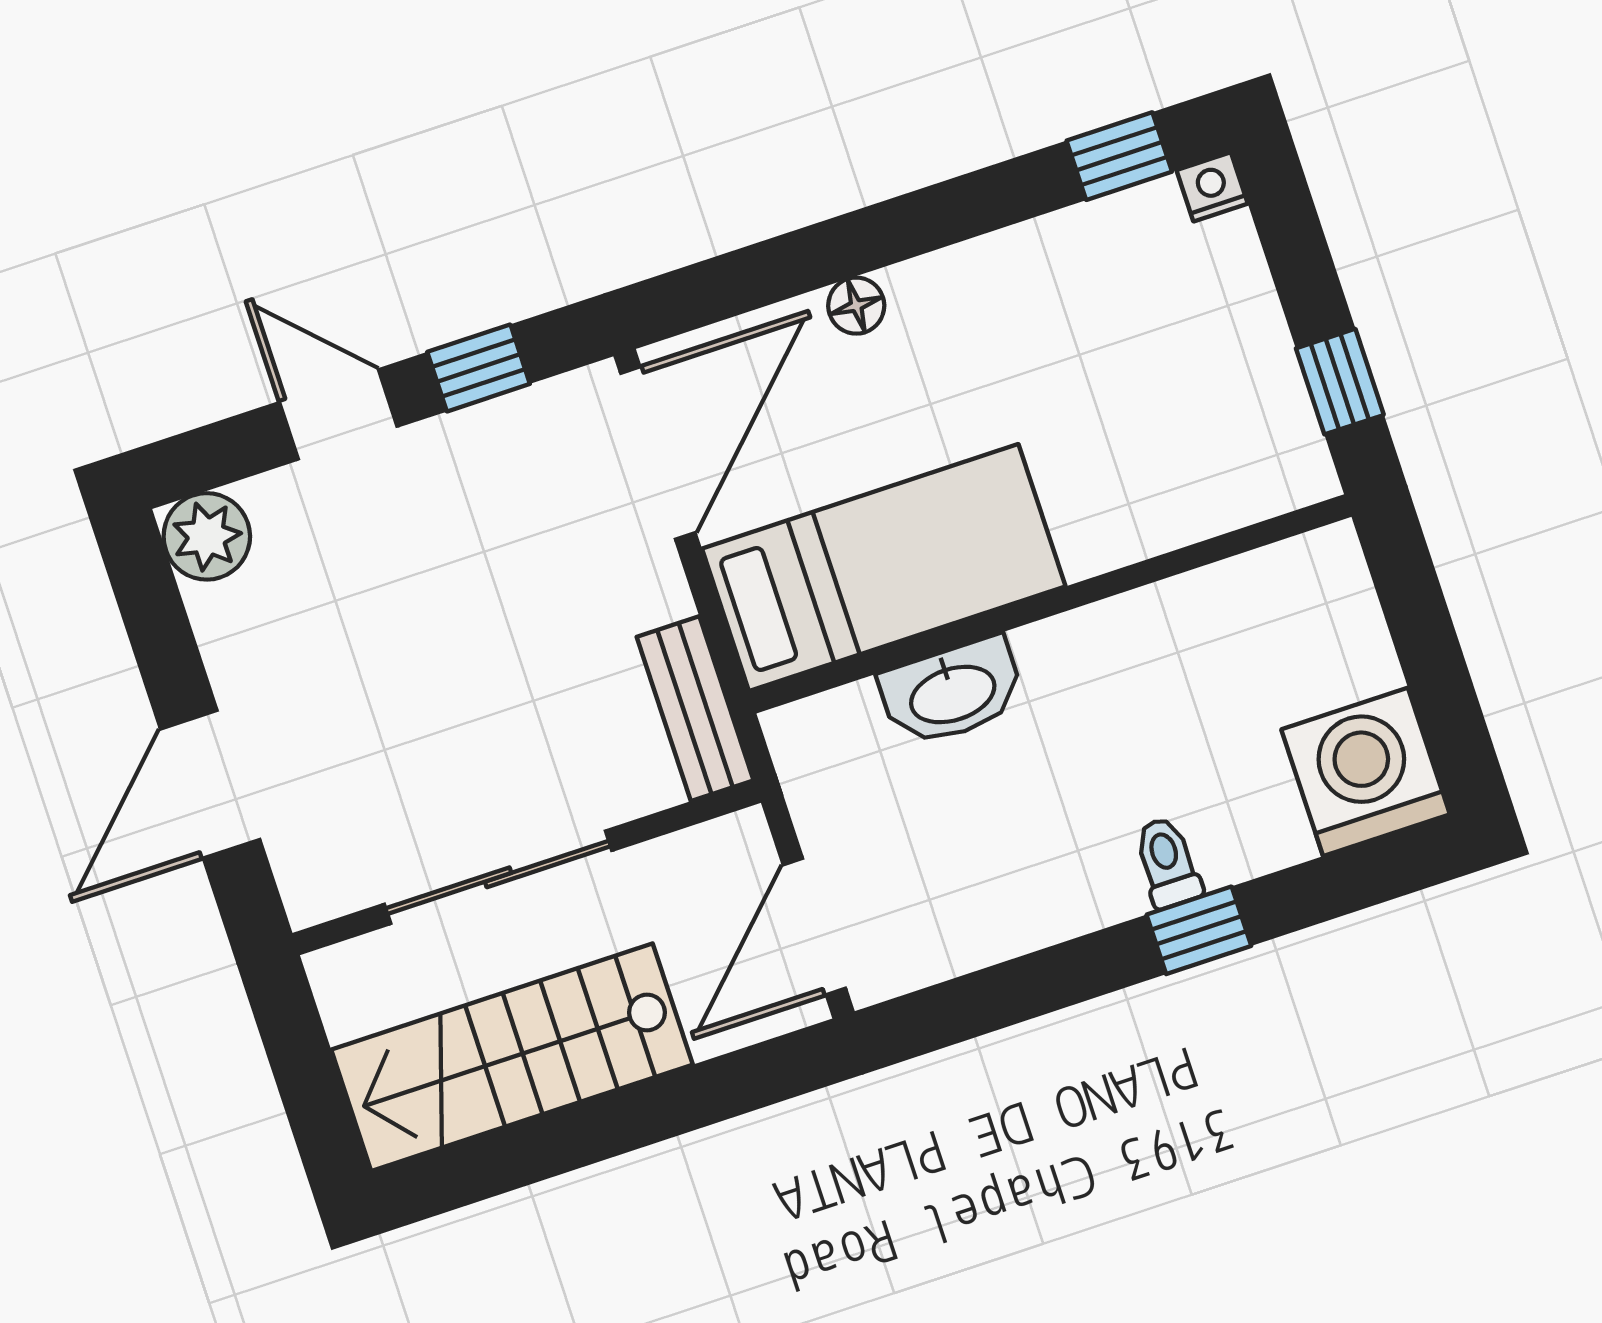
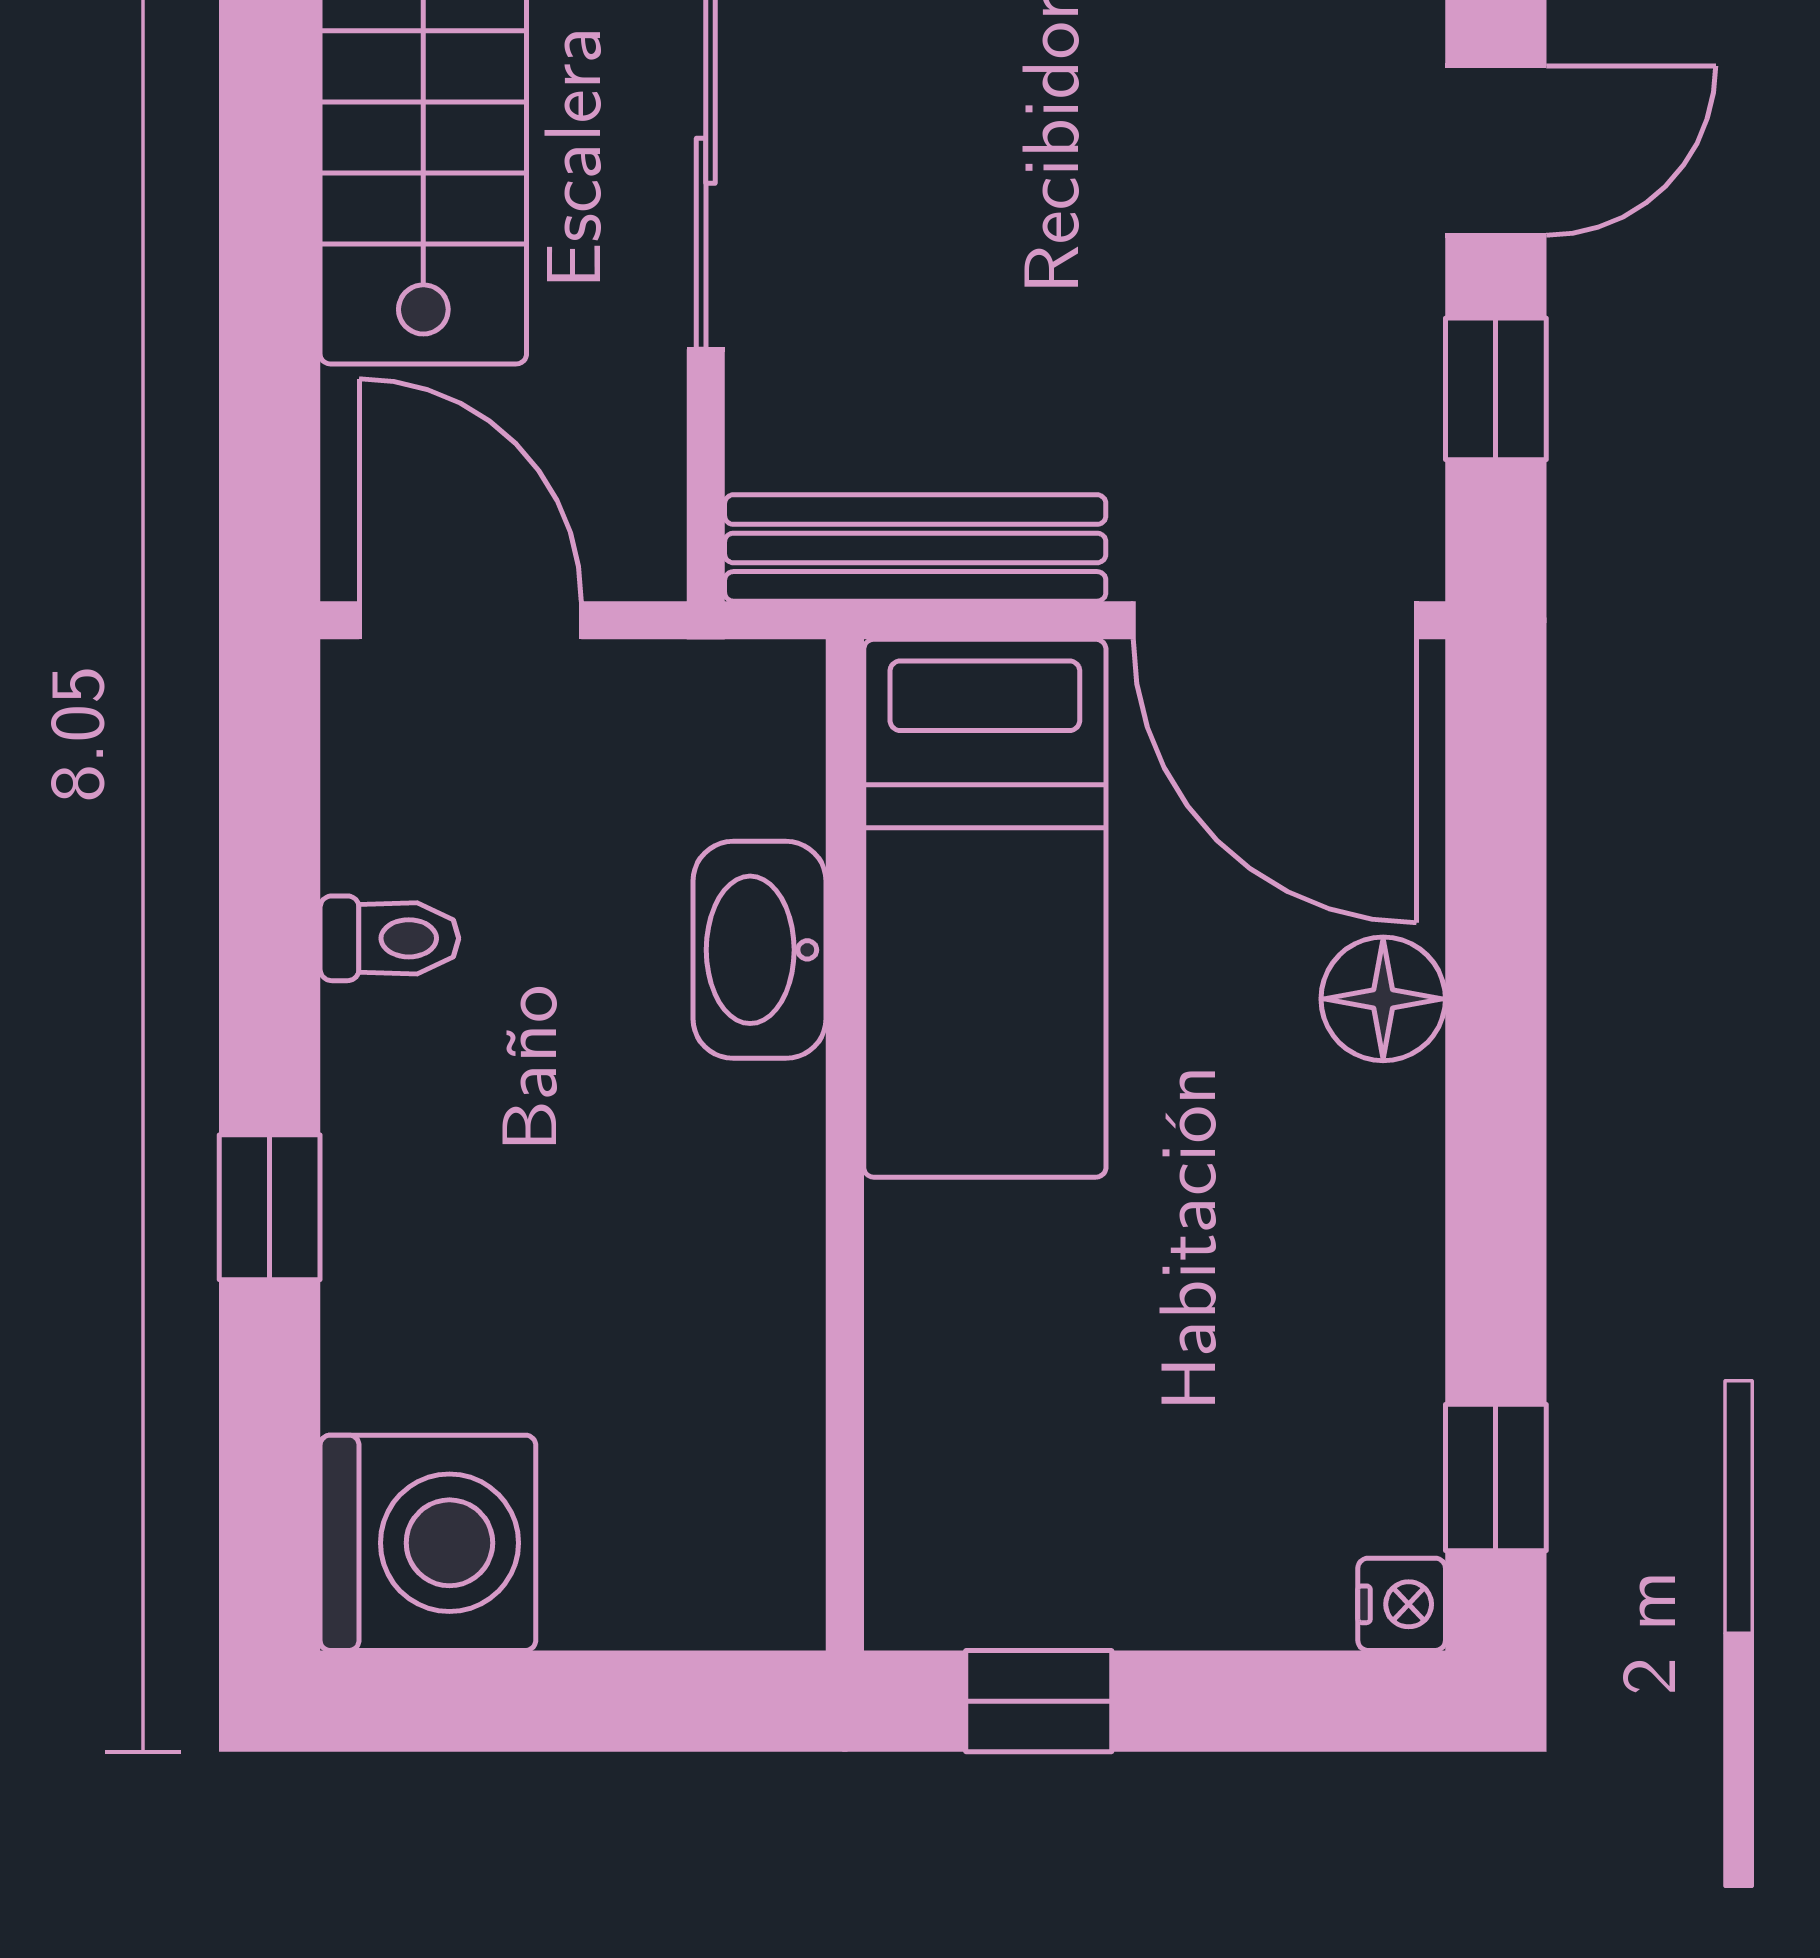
floor lamp: (856, 306) -> (1383, 999), width x1.37, depth x1.37
bench: (695, 709) -> (915, 548), width x1.36
toilet: (1167, 863) -> (389, 938), moved

